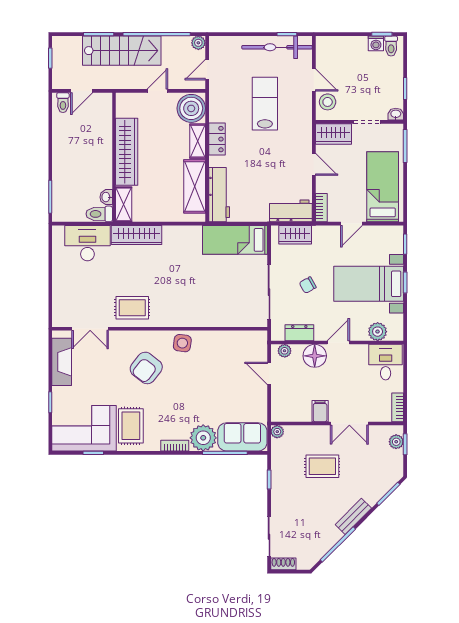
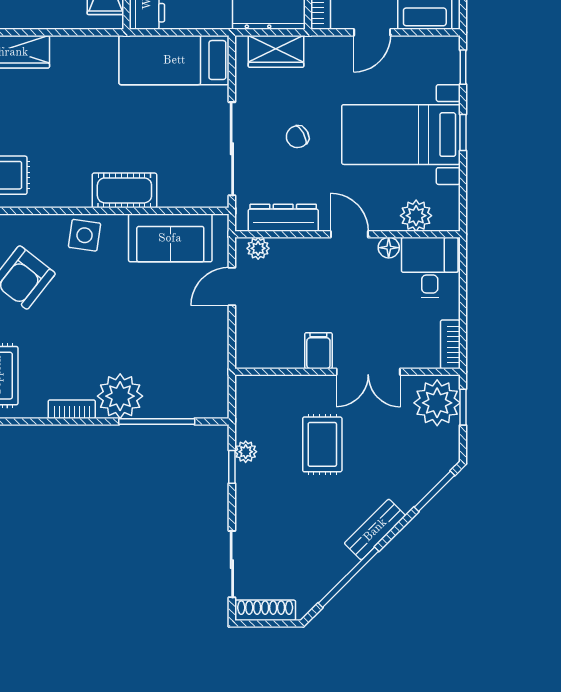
cot: (206, 317) -> (124, 190), added
dresser: (299, 333) -> (283, 218), width x1.44
door: (338, 343) -> (349, 234), hinge flipped
floor lamp: (315, 356) -> (389, 248), moved, width x0.53, depth x0.53
door: (269, 373) -> (232, 287), hinge flipped
plant: (277, 432) -> (246, 452), moved
sofa: (242, 437) -> (170, 238), moved, turned 180
plant: (396, 442) -> (437, 403), width x1.88, depth x1.88
rug: (322, 466) -> (322, 444), turned 90
shoe rack: (283, 564) -> (265, 610), width x1.43

